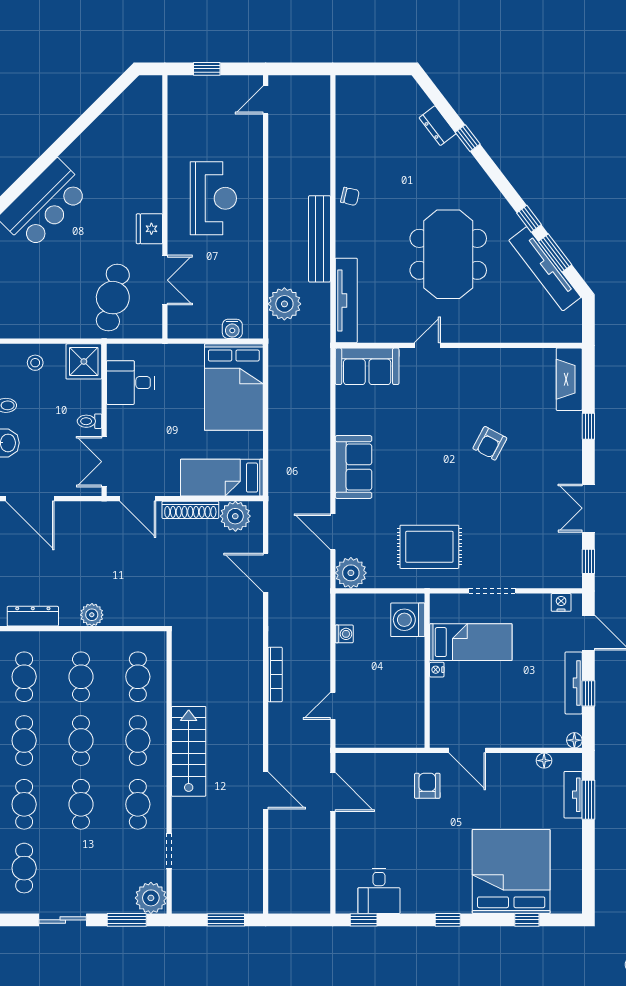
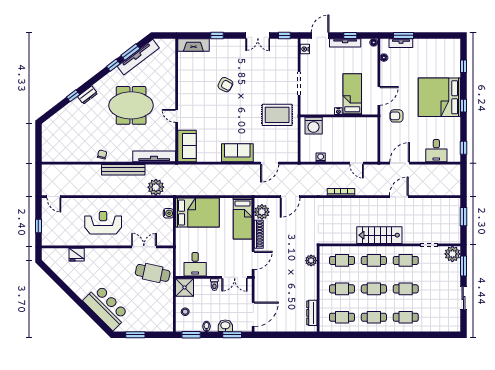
dresser: (438, 126) -> (88, 95), moved
fridge: (149, 229) -> (77, 255), moved
rug: (429, 547) -> (277, 115), turned 90
plant: (351, 573) -> (290, 154), removed
plant: (92, 615) -> (311, 261), moved
bed: (471, 642) -> (352, 94), moved
cafe table: (24, 868) -> (438, 317), removed
bed: (511, 872) -> (439, 97), moved
desk: (379, 891) -> (436, 151), moved, turned 90

